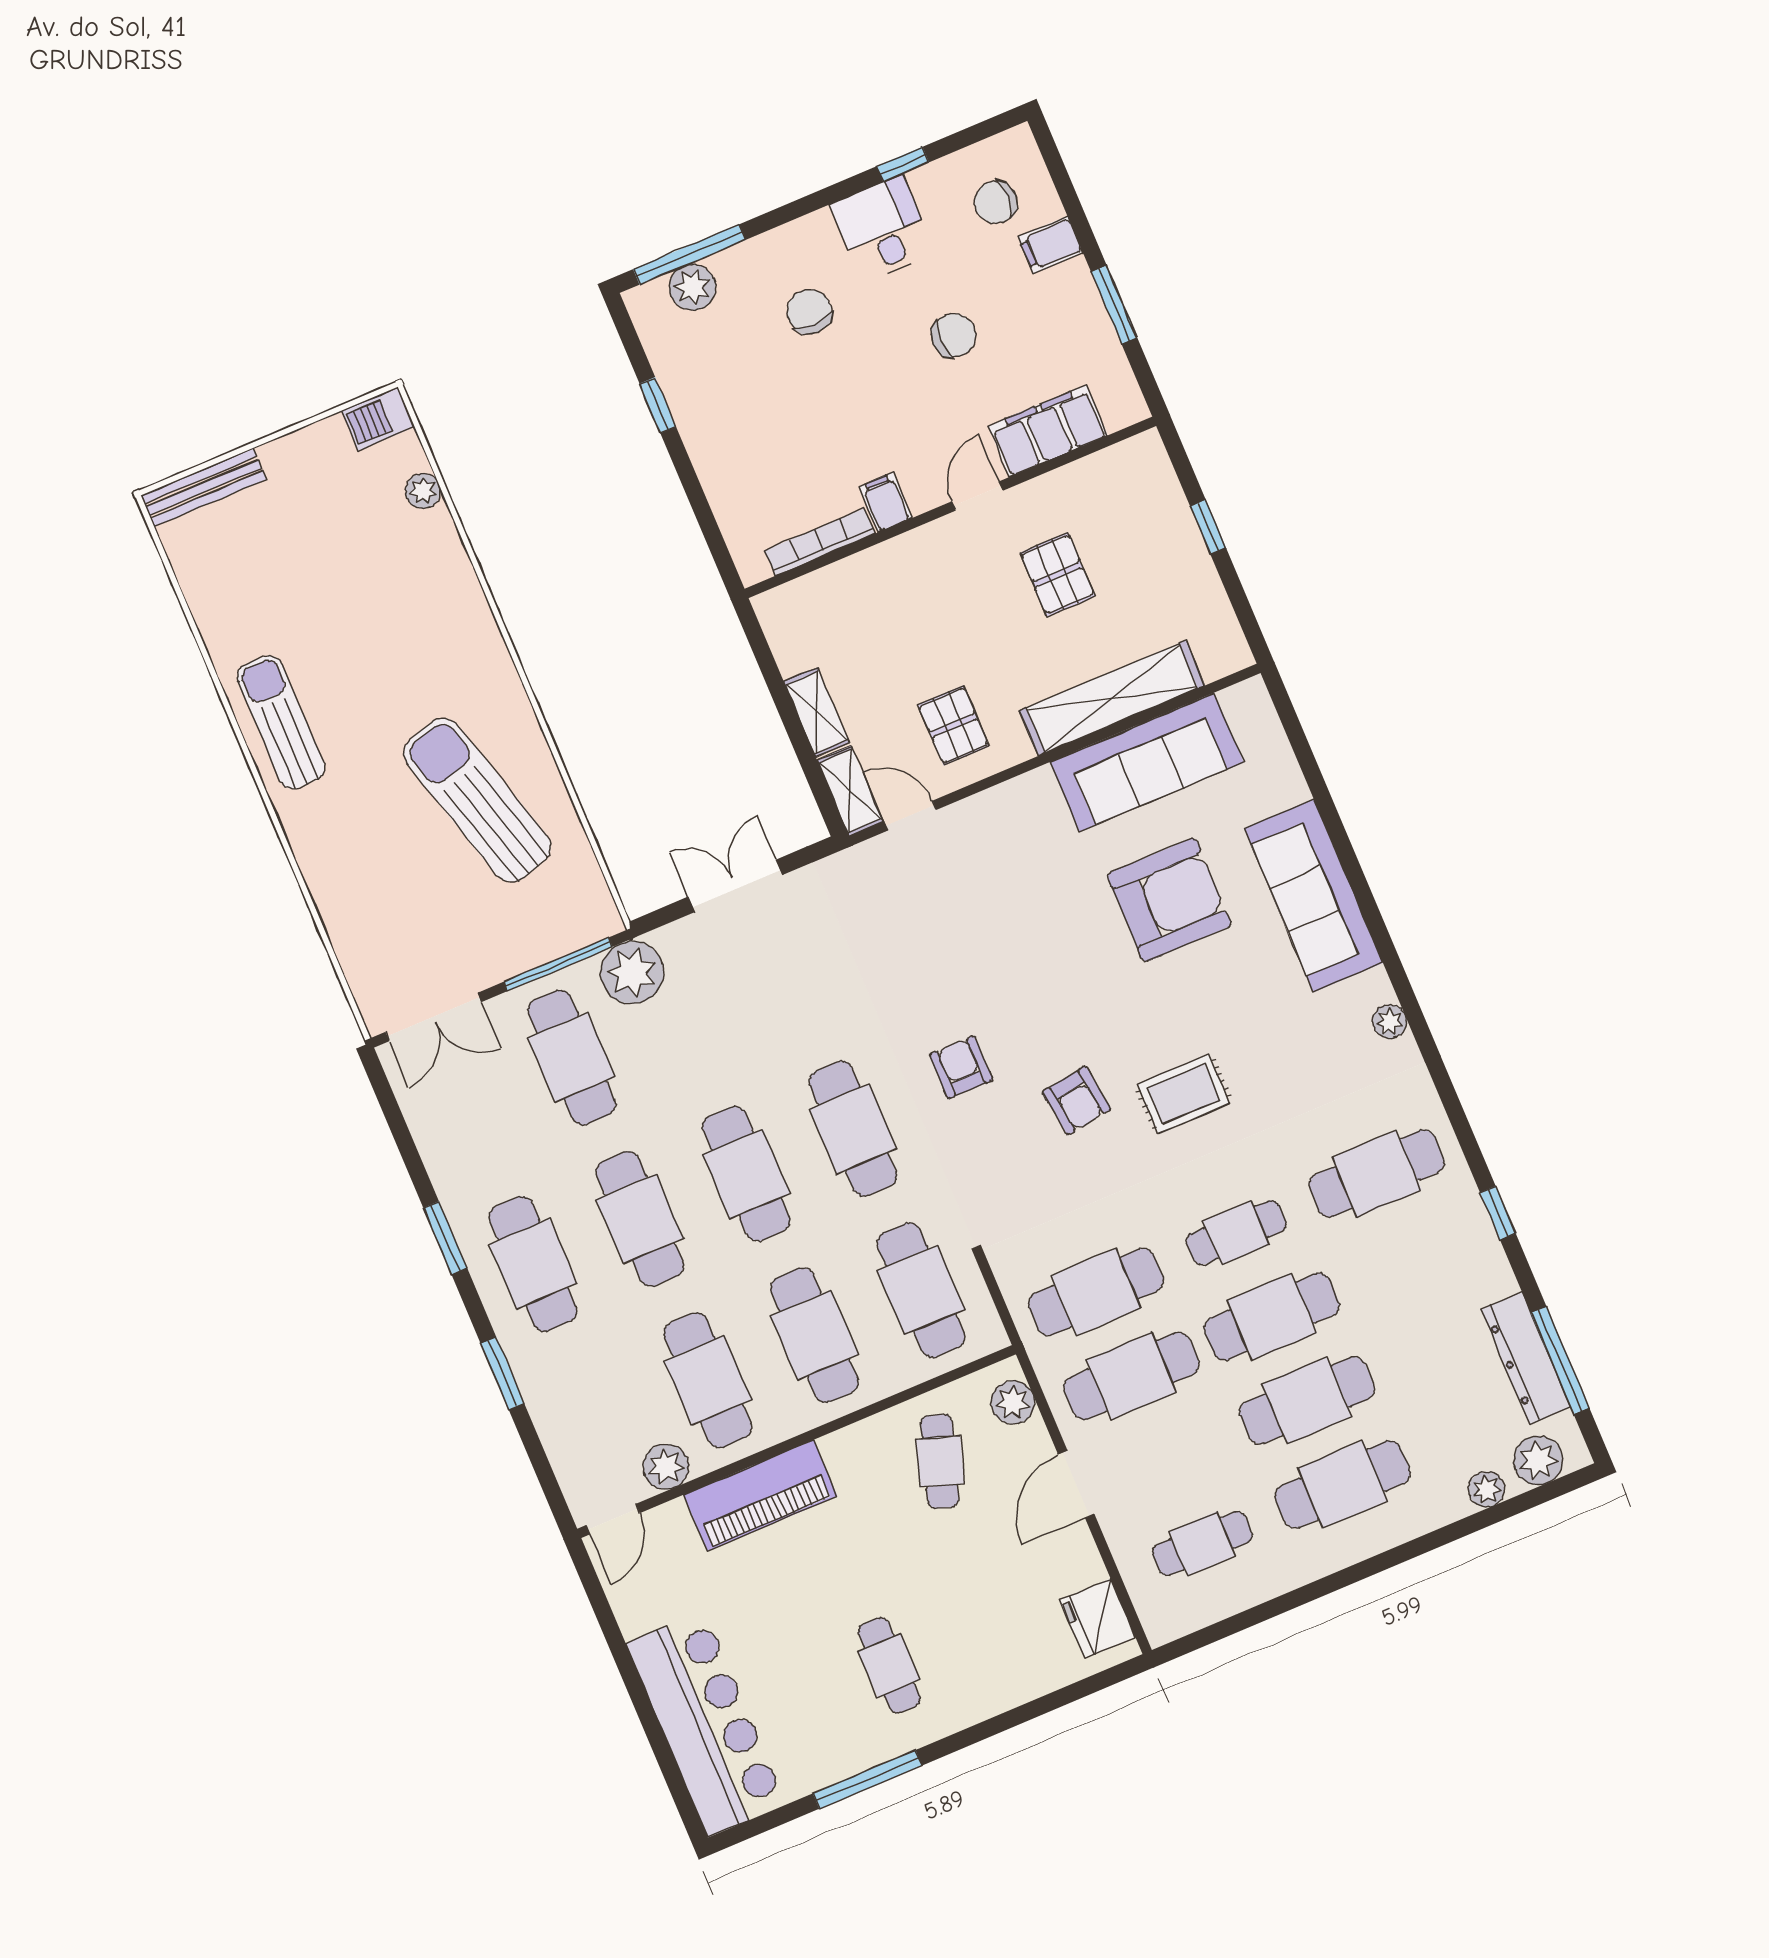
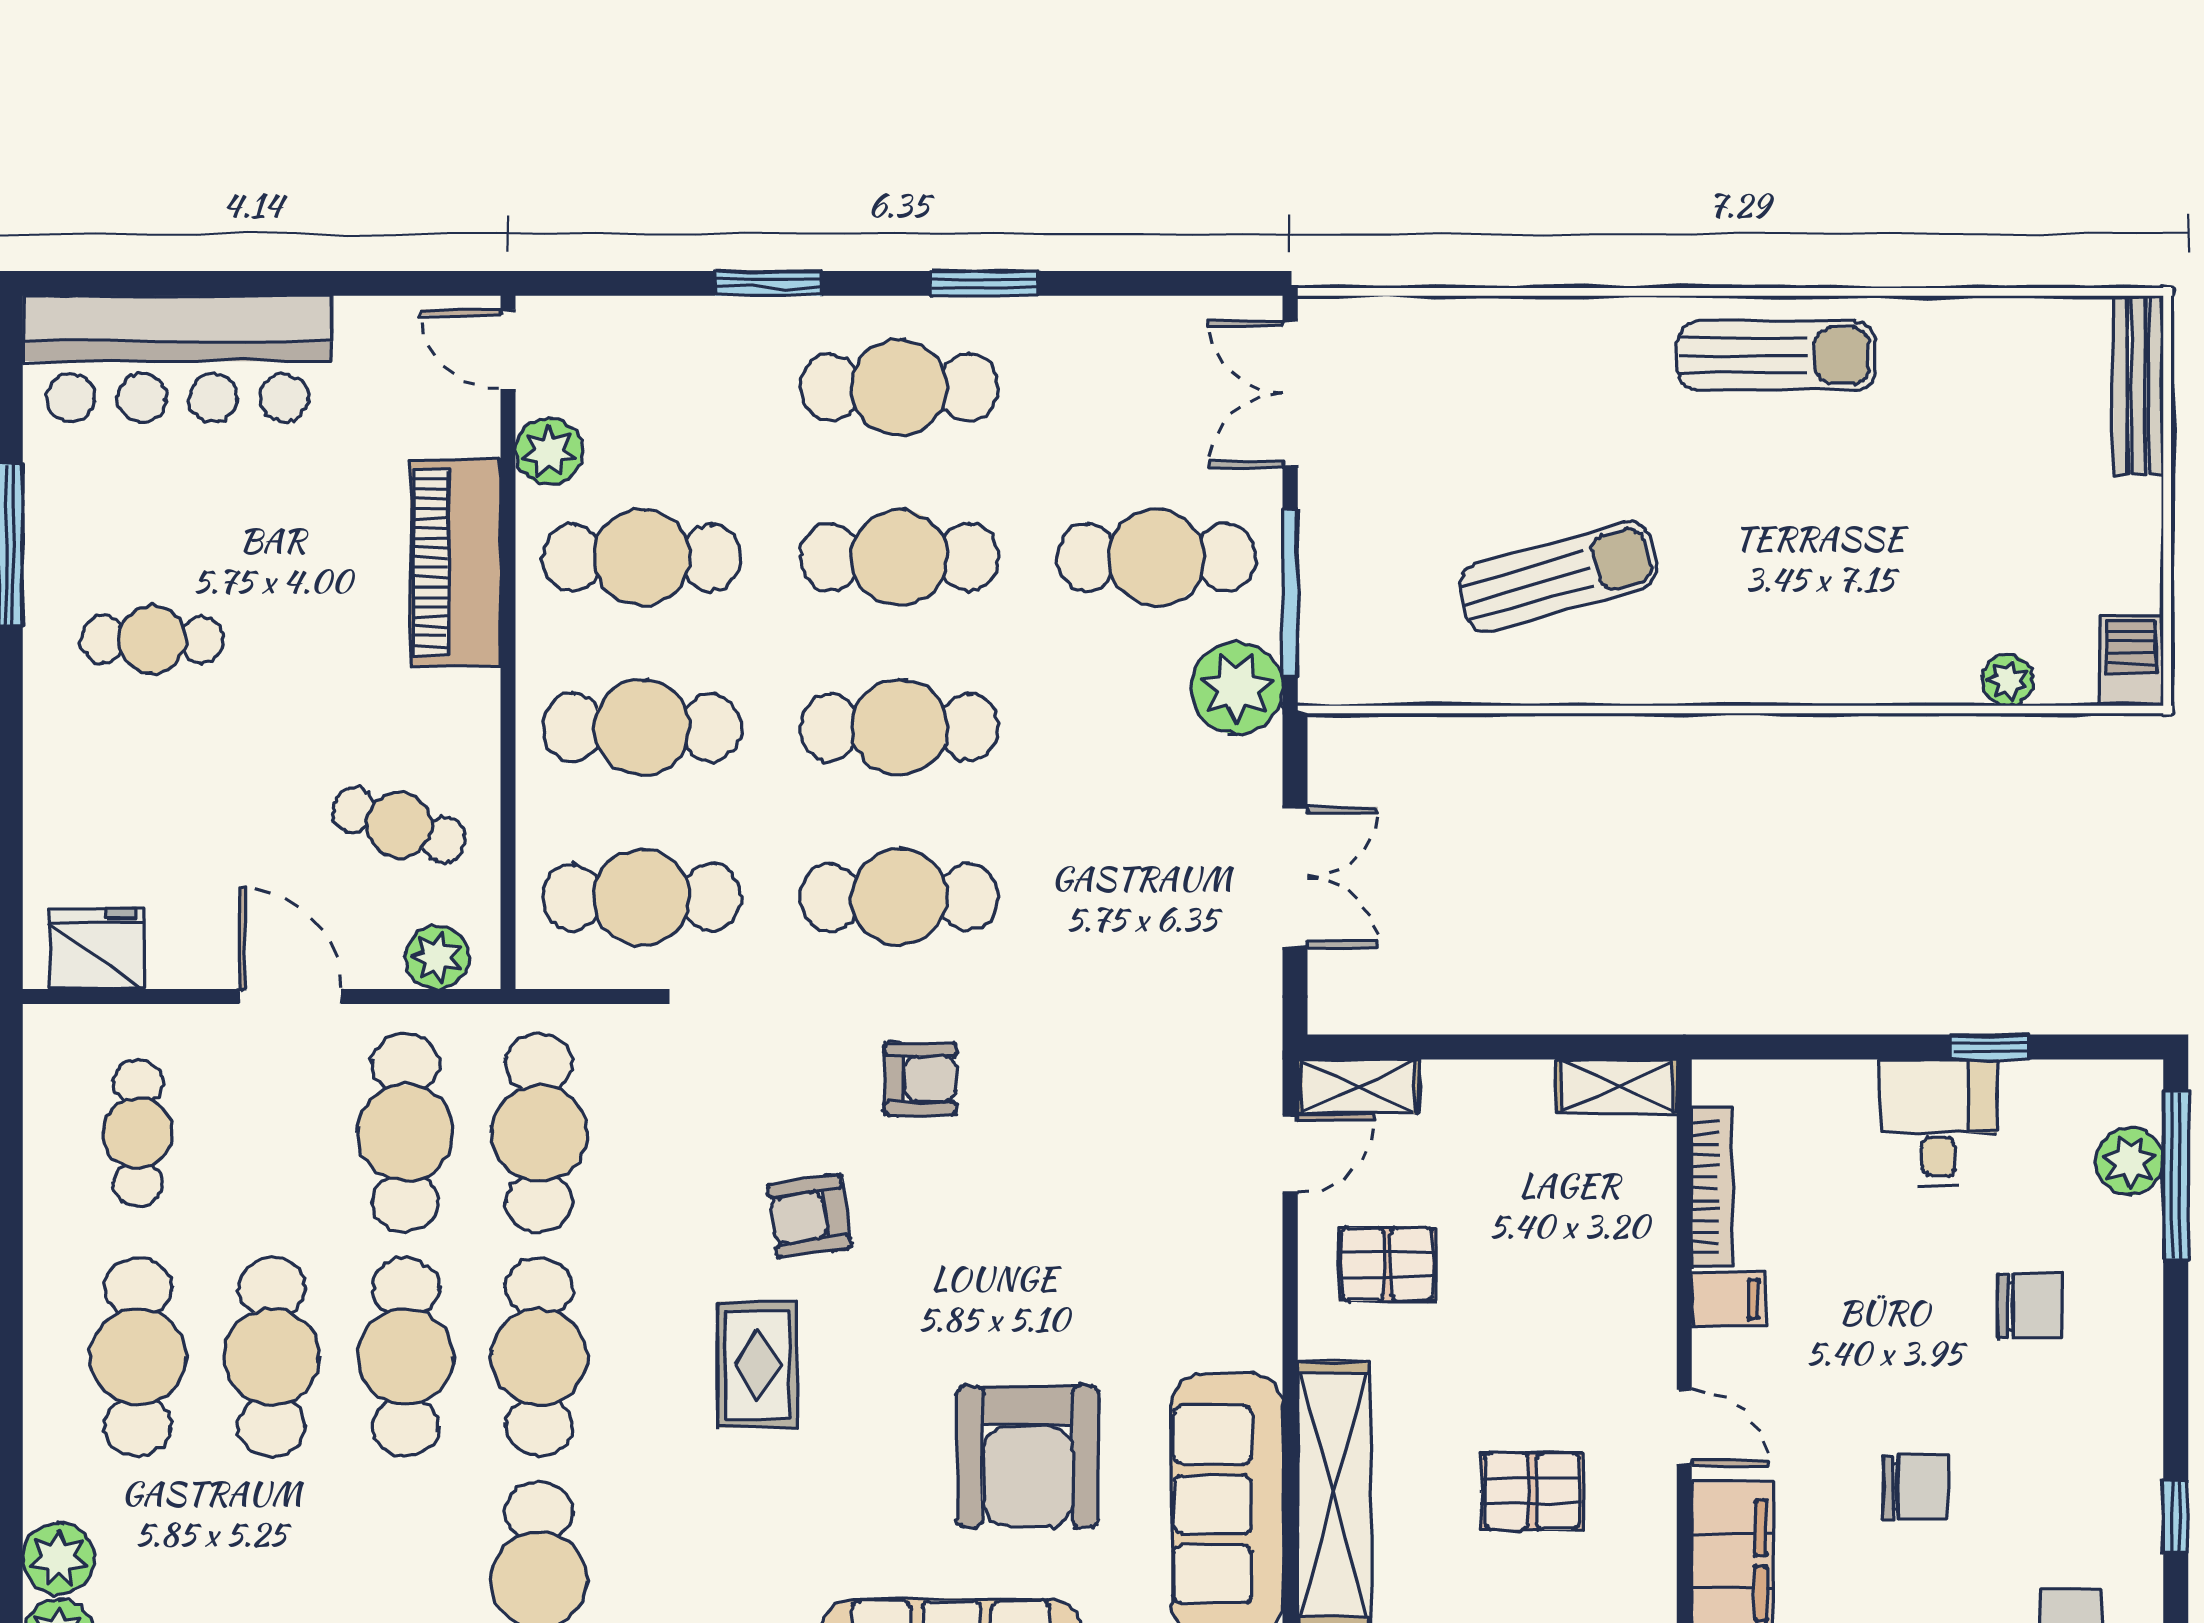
desk: (883, 229) -> (1939, 1122), moved, turned -90
chair: (954, 335) -> (1915, 1488), turned -90
shelving: (817, 712) -> (1617, 1086), moved
sun lounger: (477, 800) -> (1558, 577), width x0.73, depth x0.75
cafe table: (1236, 1233) -> (539, 1357), width x1.37, depth x1.35
plant: (1487, 1489) -> (58, 1559), width x1.38, depth x1.38

